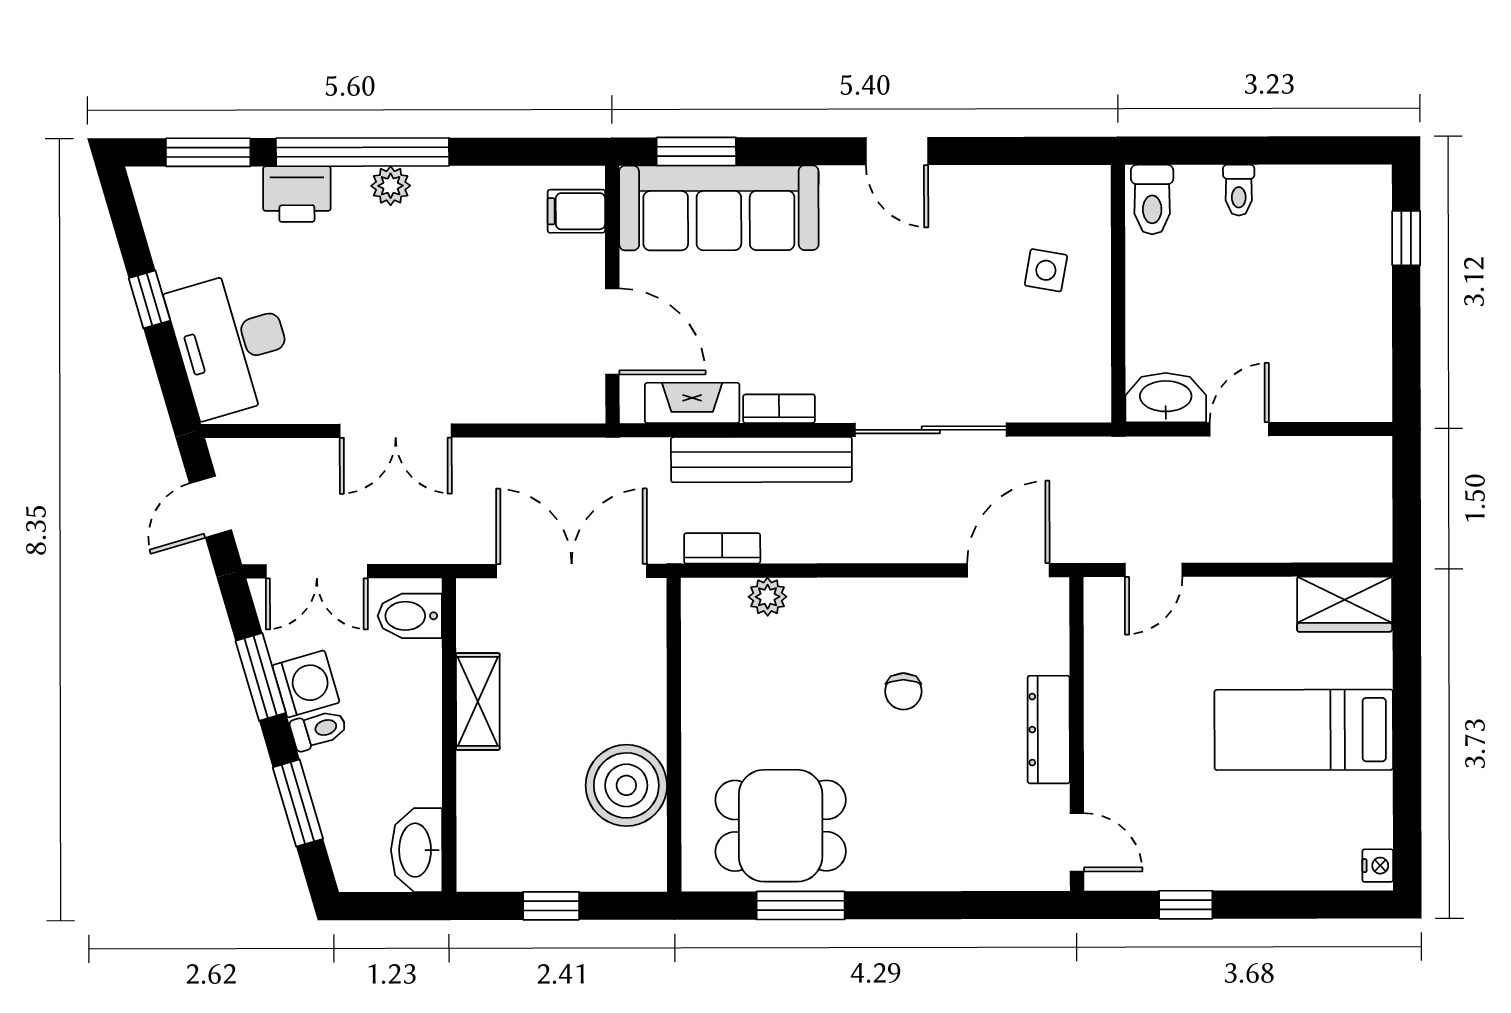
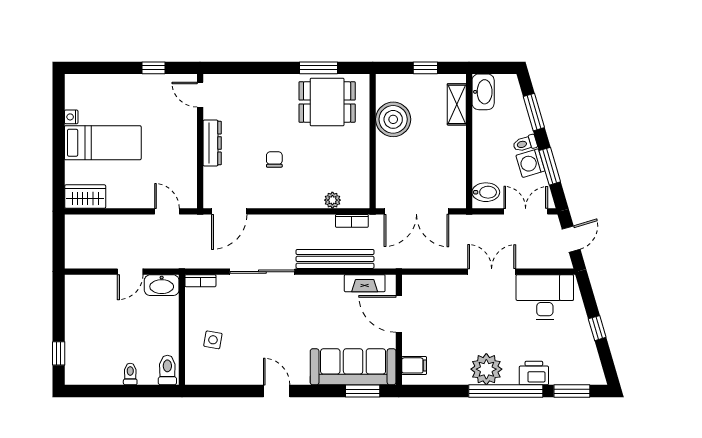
plant: (391, 186) -> (486, 369), width x1.88, depth x1.88
desk: (232, 344) -> (545, 297), moved, turned -74
bookcase: (779, 409) -> (200, 281), moved
door: (1154, 570) -> (167, 211), hinge flipped
shelving: (478, 701) -> (457, 104), moved
nightstand: (1378, 866) -> (71, 117), moved

